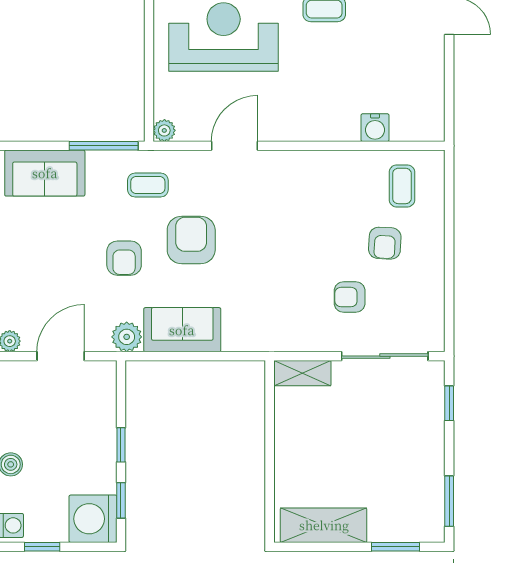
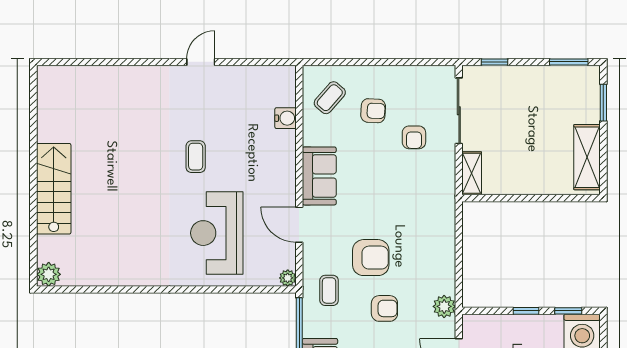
coffee table: (402, 186) -> (330, 98), turned -49
armchair: (191, 240) -> (371, 258), turned 180
sofa: (182, 330) -> (319, 176), moved, turned 180

